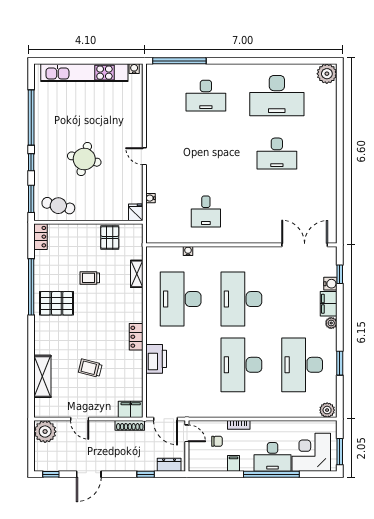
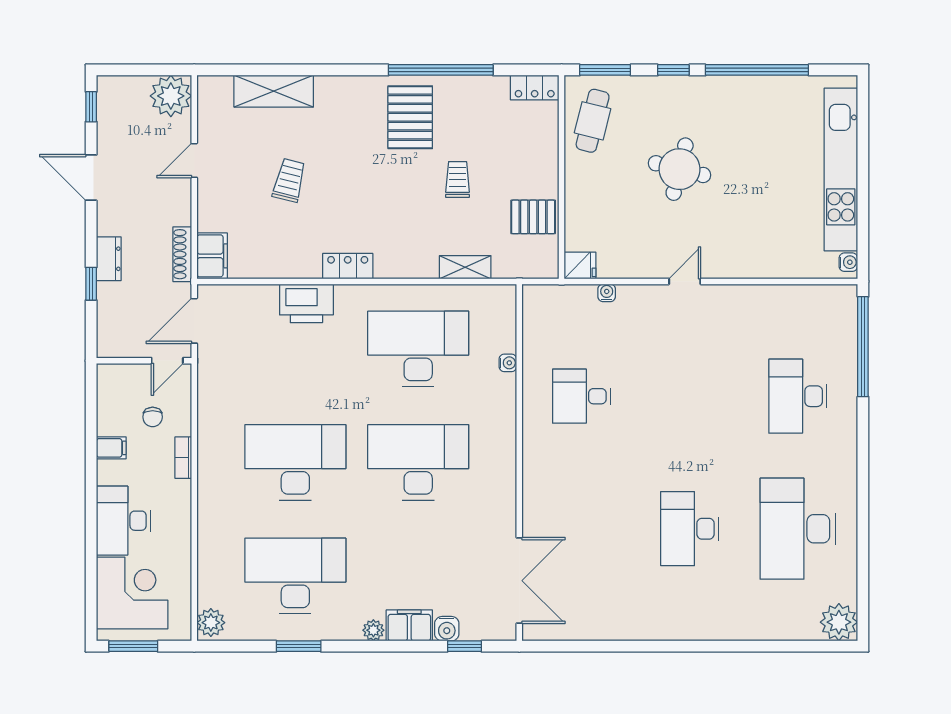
dresser: (169, 465) -> (109, 259), moved
window: (271, 474) -> (91, 518), removed

